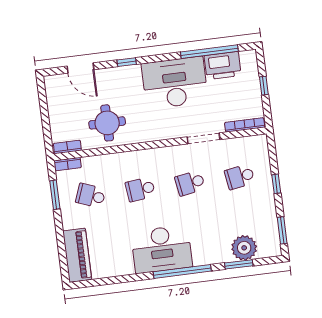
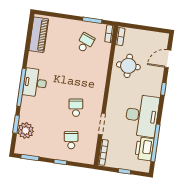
school desk: (140, 189) -> (81, 75), removed
desk: (162, 249) -> (35, 83), width x0.73, depth x0.77
piano: (77, 255) -> (39, 35), moved, turned -90

